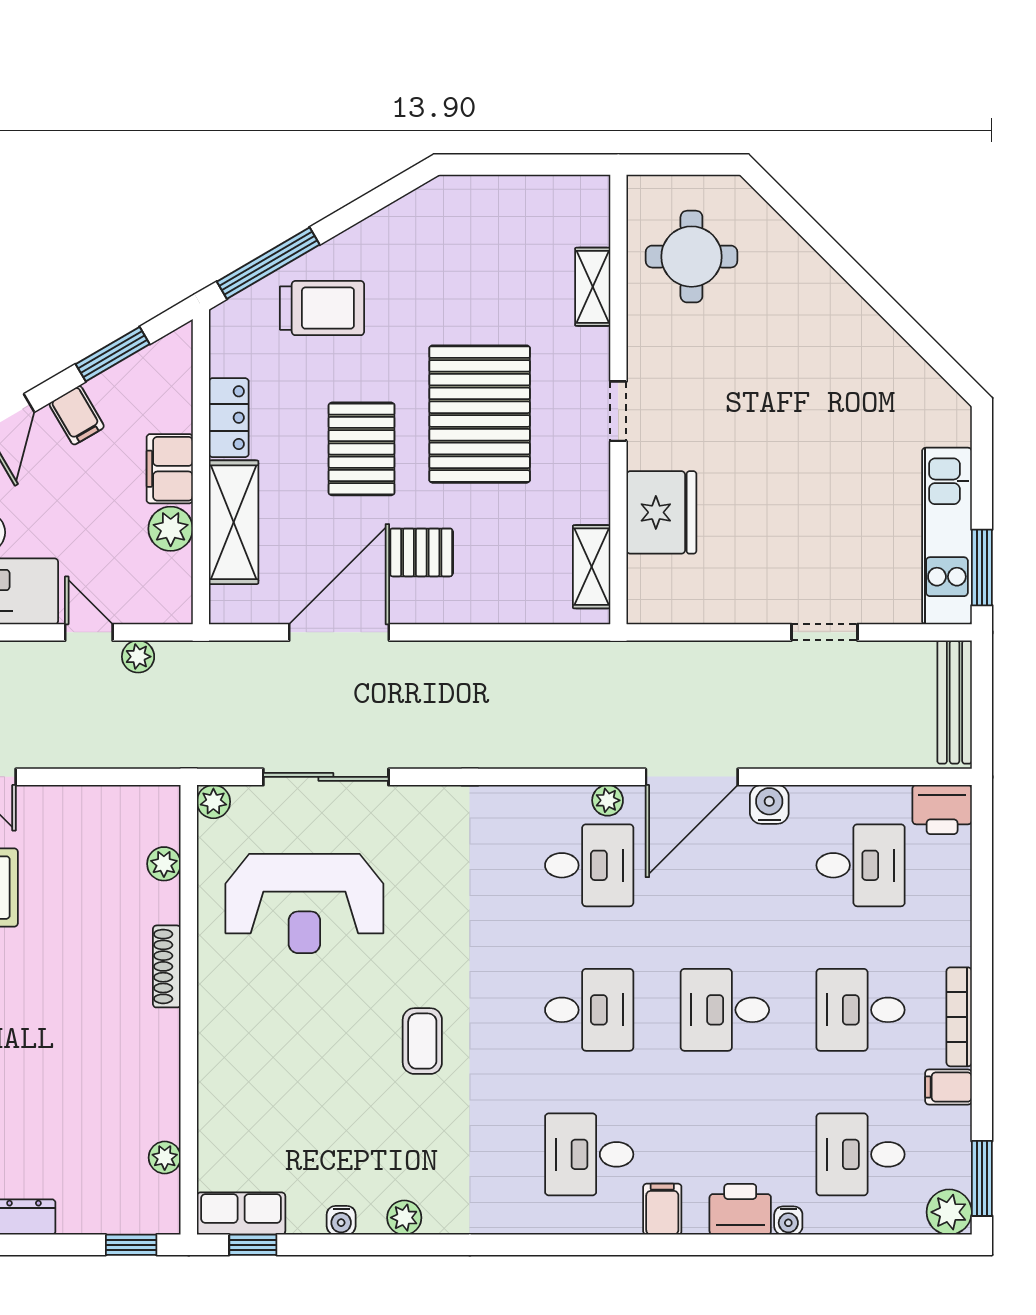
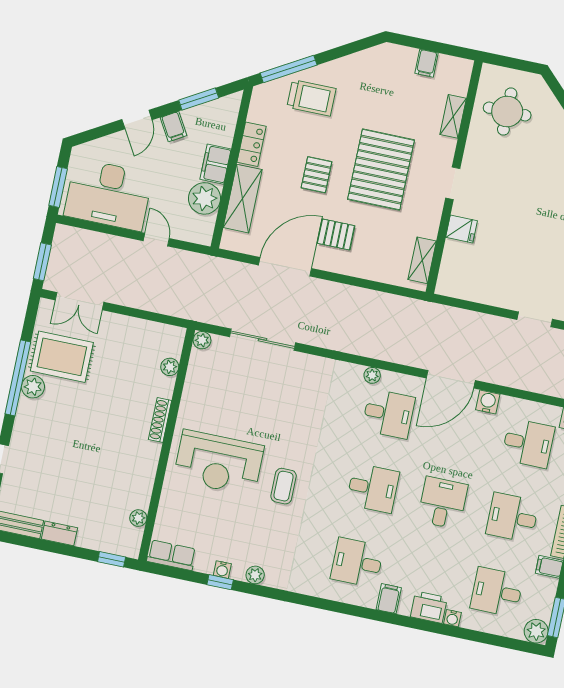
filing cabinet: (523, 198) -> (427, 63), added
pallet: (362, 449) -> (316, 175), width x0.67, depth x0.71
fridge: (661, 512) -> (461, 229), width x0.53, depth x0.75
plant: (171, 529) -> (205, 198), width x1.36, depth x1.36
plant: (138, 657) -> (179, 257), removed
plant: (608, 800) -> (372, 375), moved
reception desk: (304, 903) -> (219, 463), moved
desk: (725, 1010) -> (443, 503), turned 90
window: (253, 1245) -> (220, 582), moved

